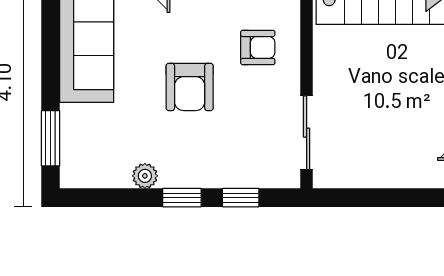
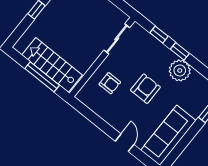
armchair: (258, 47) -> (110, 83), turned 180
plant: (145, 176) -> (180, 70), width x1.88, depth x1.88

